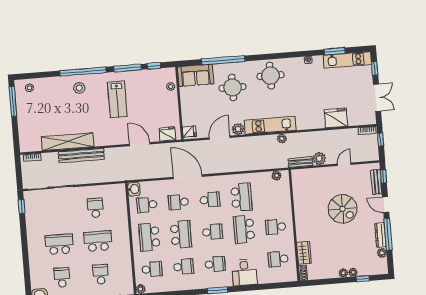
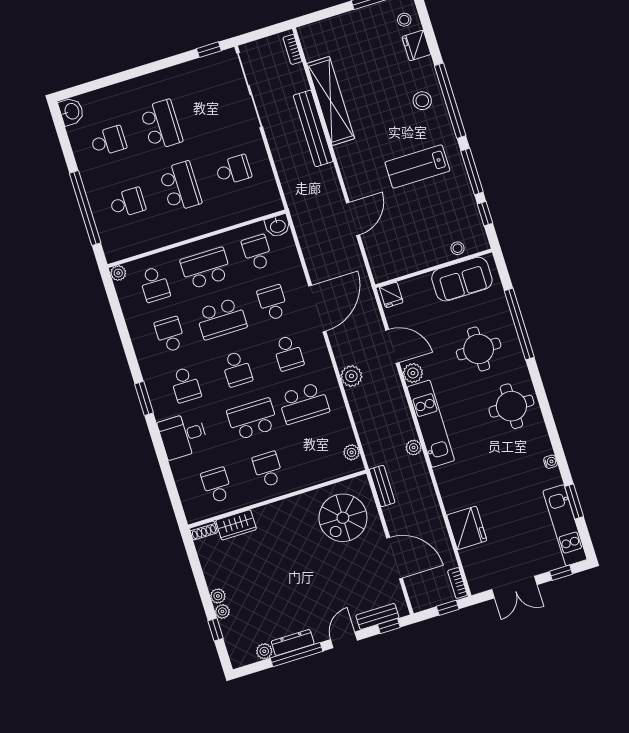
sofa: (196, 75) -> (462, 279), moved, turned -90
fridge: (167, 134) -> (416, 45), moved, turned 180
plant: (319, 159) -> (351, 376), moved
door: (344, 164) -> (395, 558), width x1.87
spiral stairs: (343, 209) -> (343, 518), moved
school desk: (184, 267) -> (170, 335), turned 180

